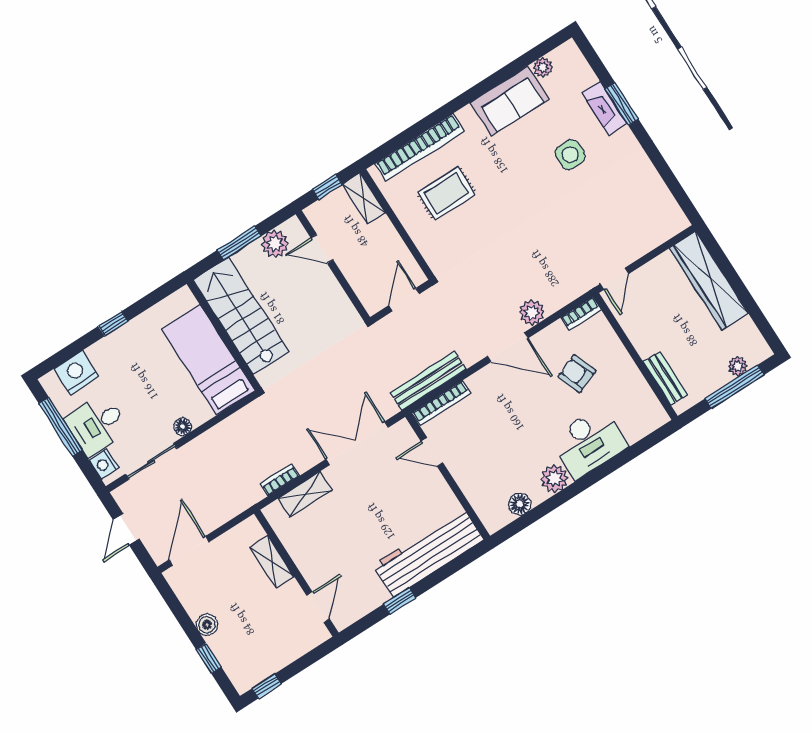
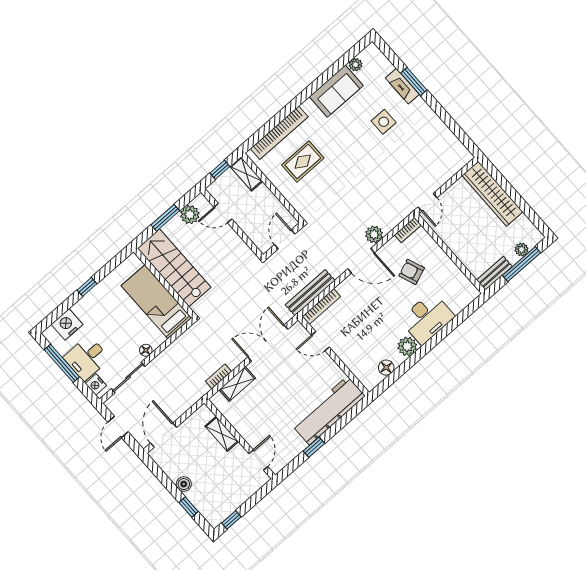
bench: (665, 378) -> (494, 273), moved, turned 90

